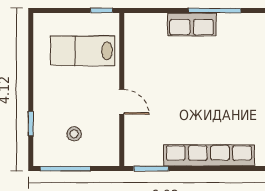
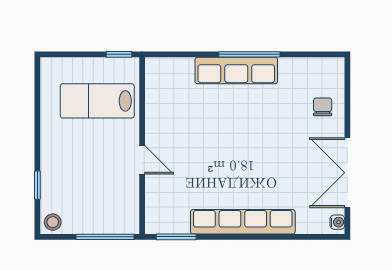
row of seats: (192, 24) -> (236, 71), width x1.48
stool: (74, 134) -> (53, 222), moved
window: (65, 169) -> (105, 237), moved

